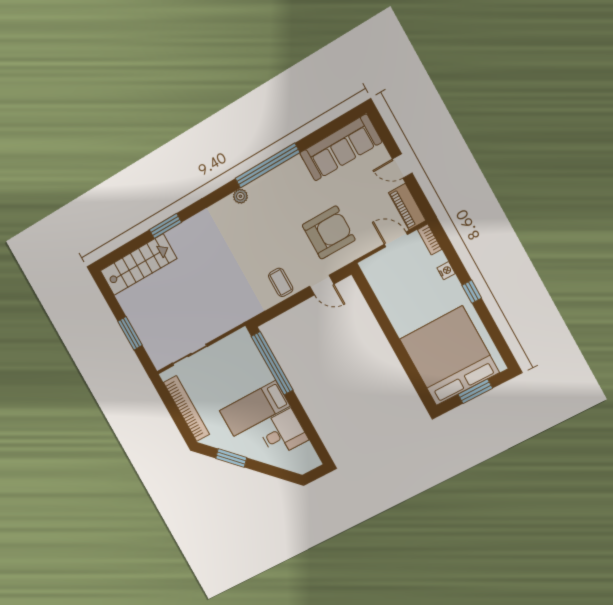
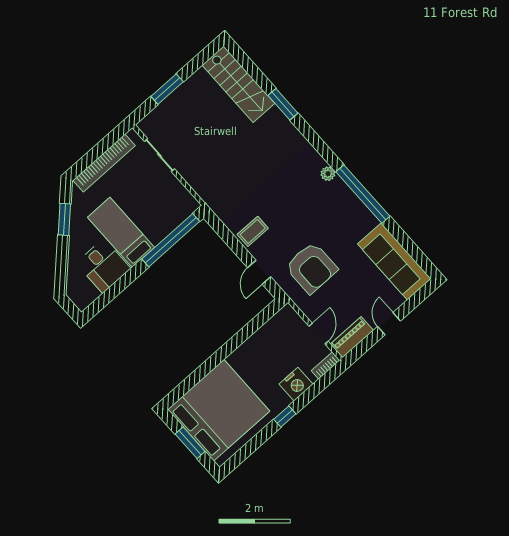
nightstand: (446, 271) -> (296, 384), width x1.89, depth x1.79

